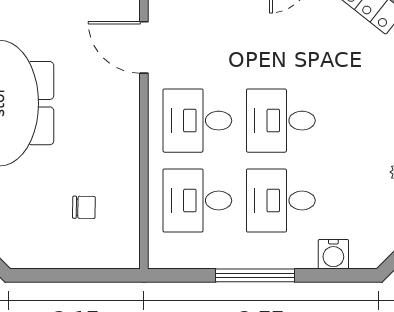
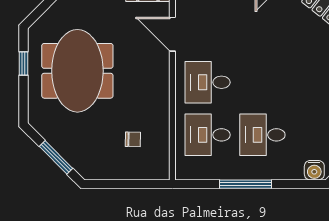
desk: (281, 121) -> (262, 82), removed
water cooler: (333, 254) -> (314, 170), moved

